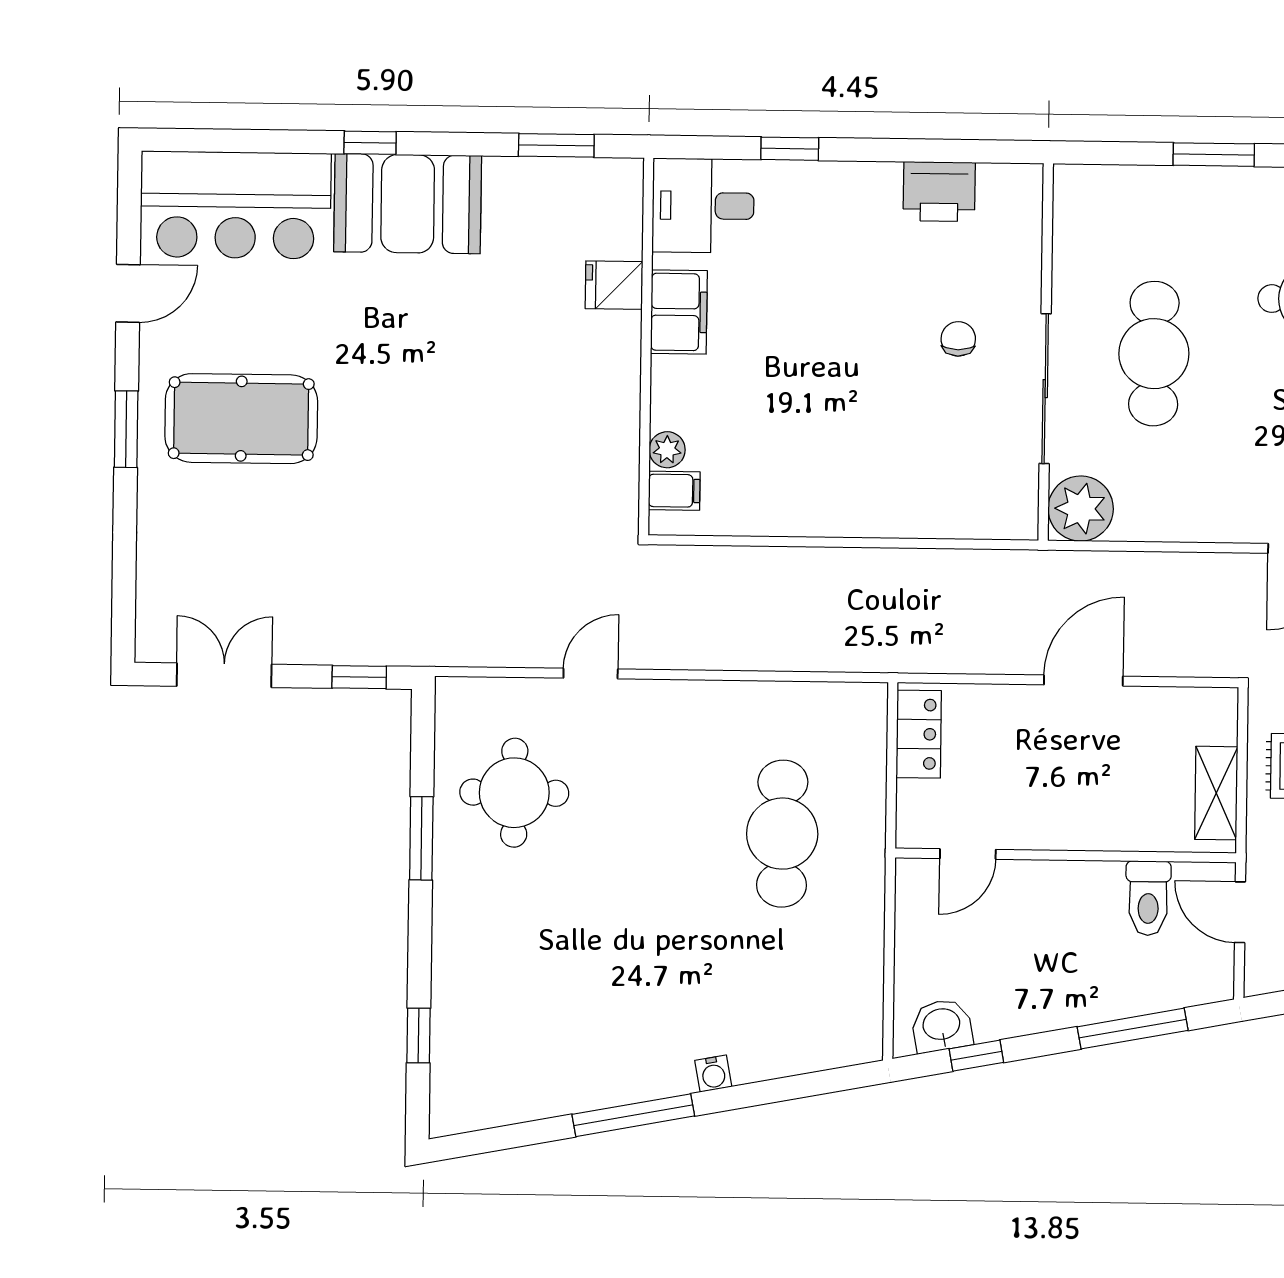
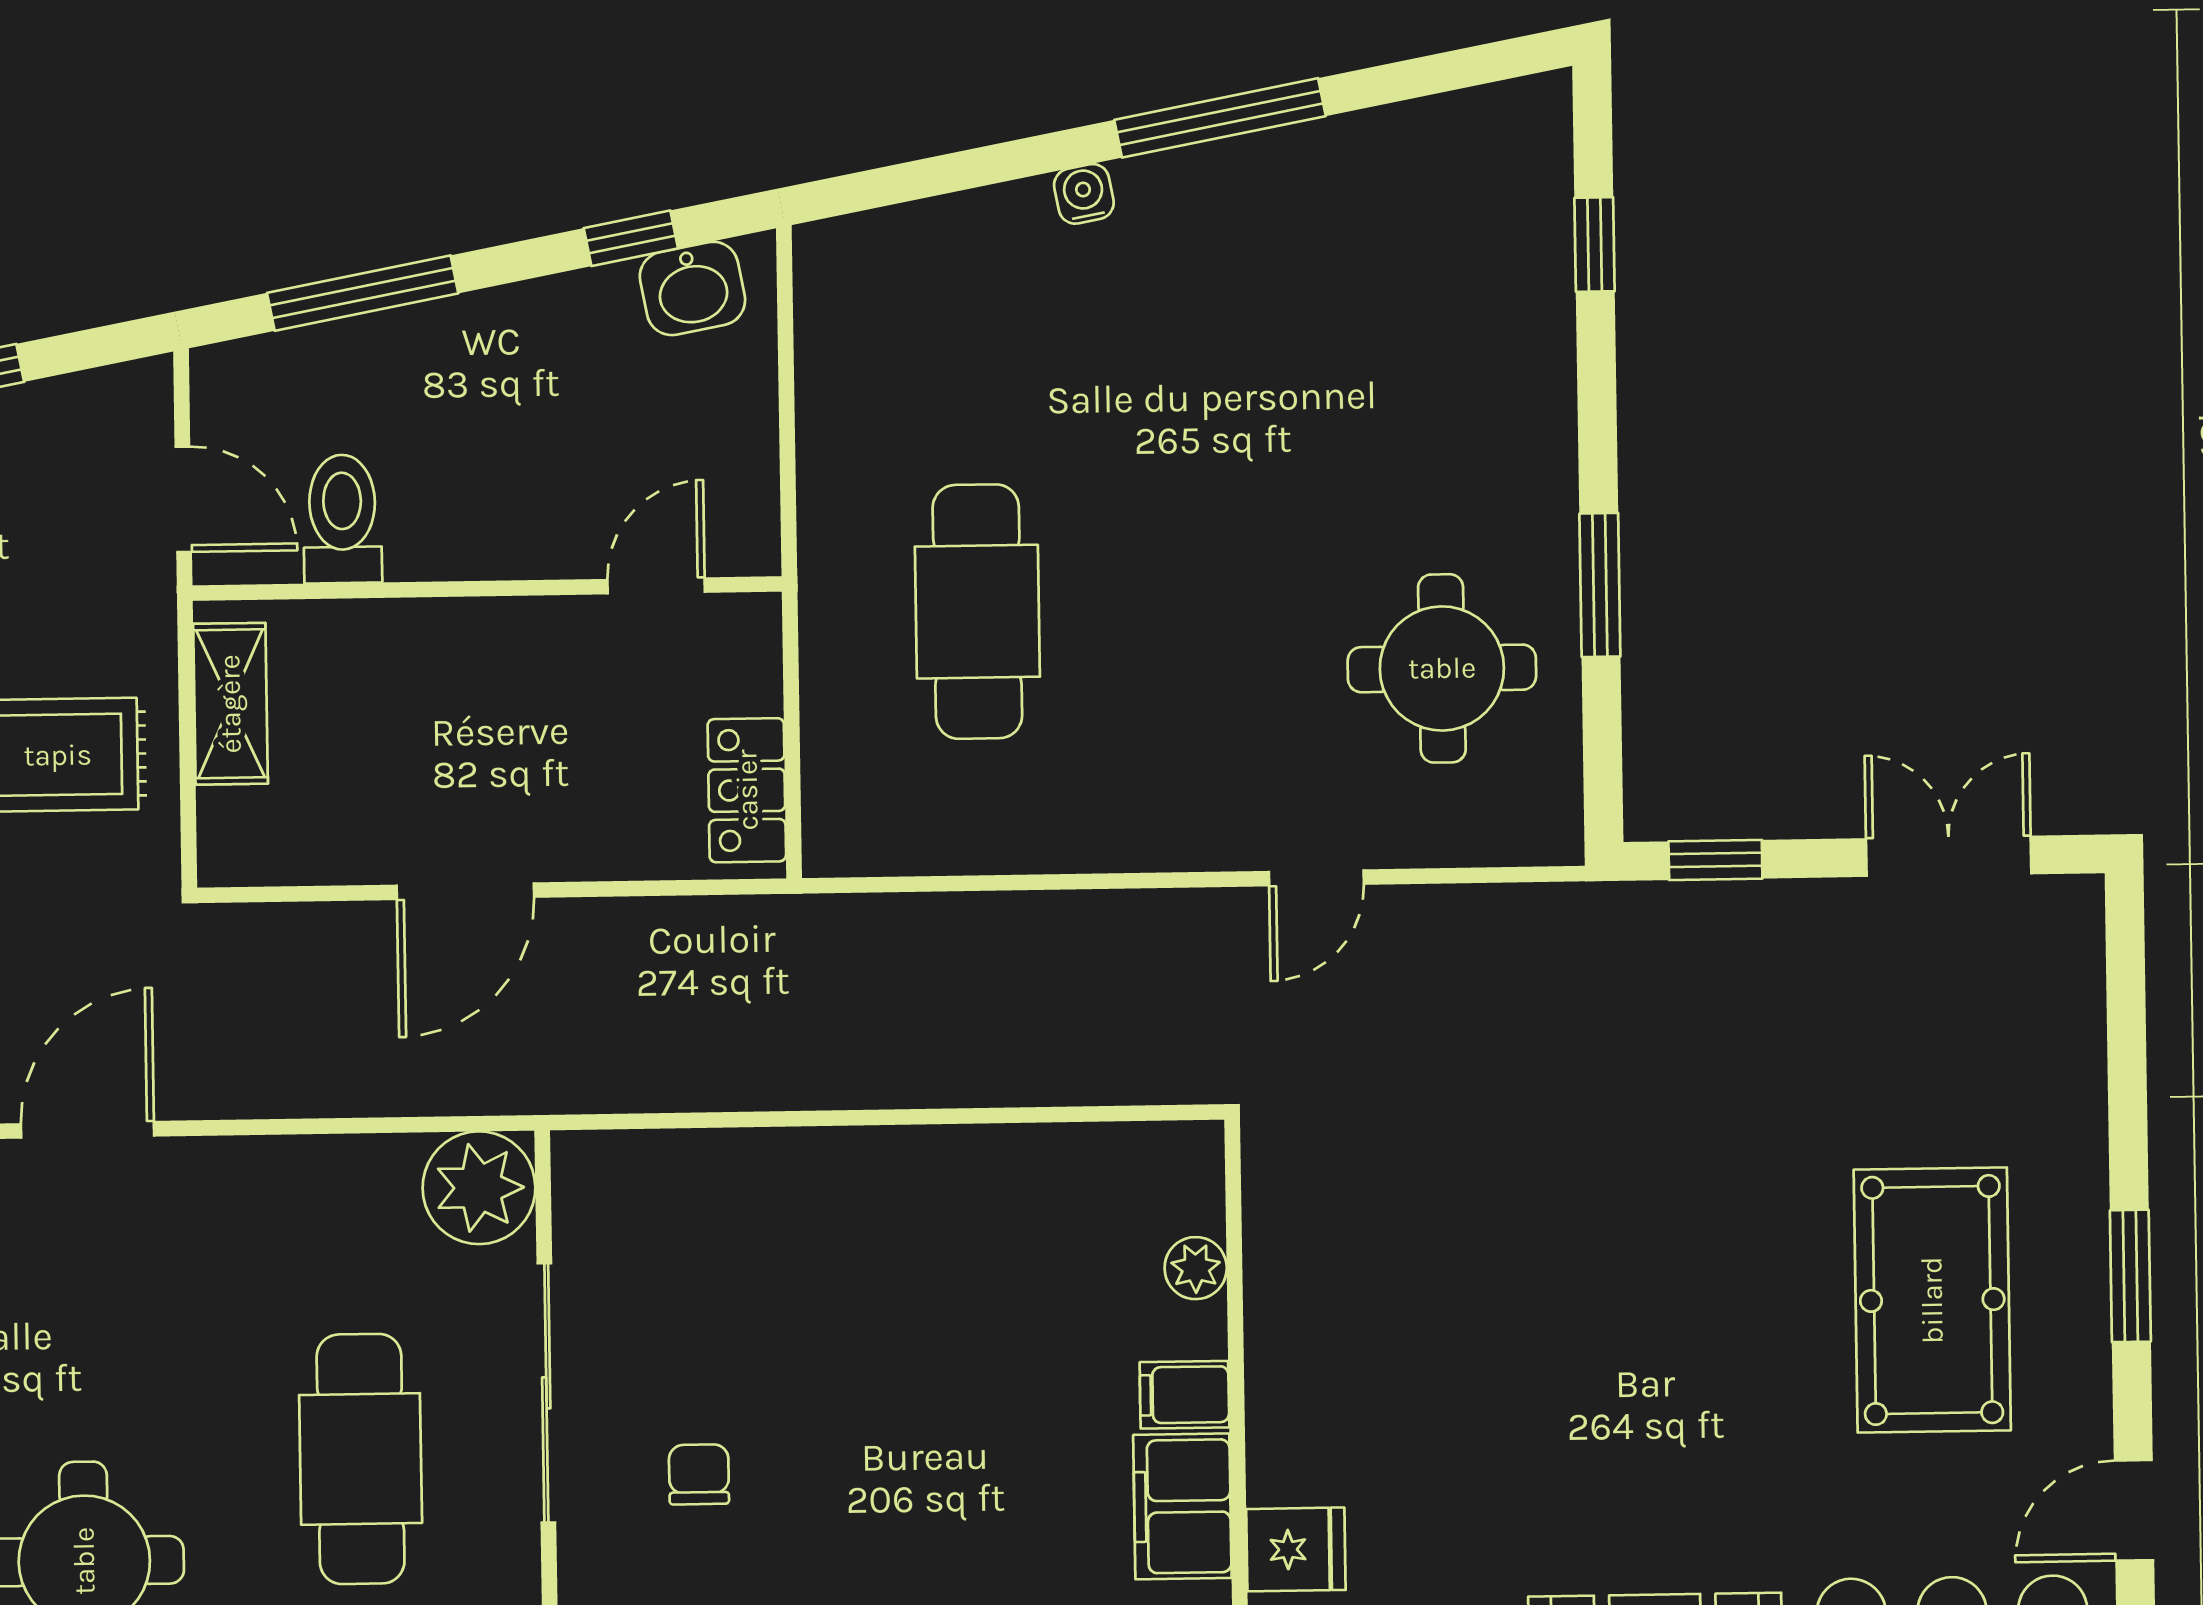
chair: (958, 339) -> (699, 1474), turned 180
pool table: (241, 419) -> (1932, 1300), turned 90
filing cabinet: (674, 491) -> (1184, 1395), moved
double door: (224, 675) -> (1949, 856), swing flipped

